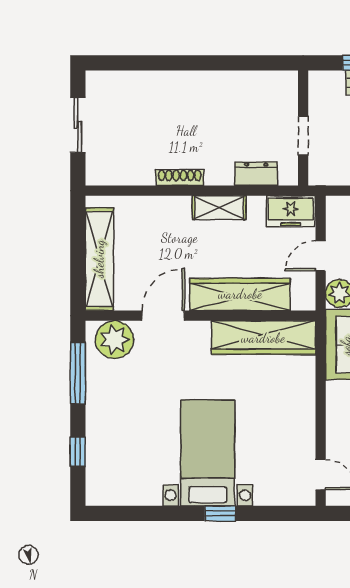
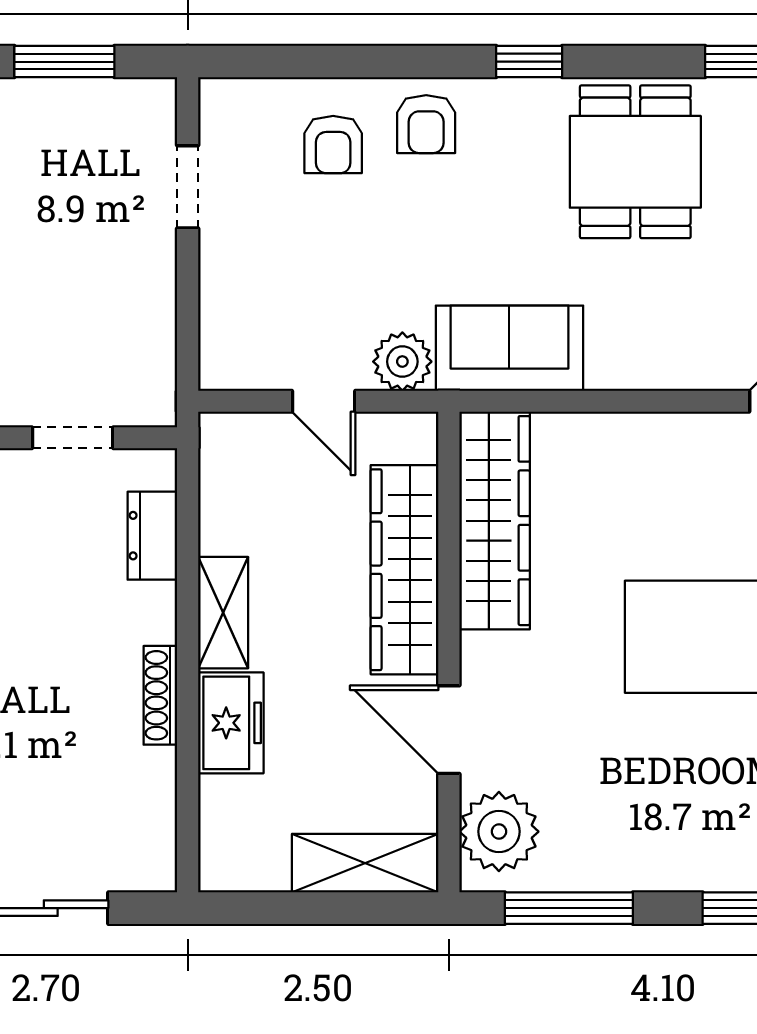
freezer: (291, 211) -> (231, 723), moved
shelving: (99, 259) -> (365, 863), width x0.68

